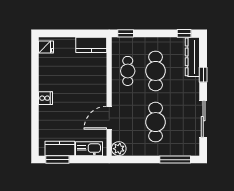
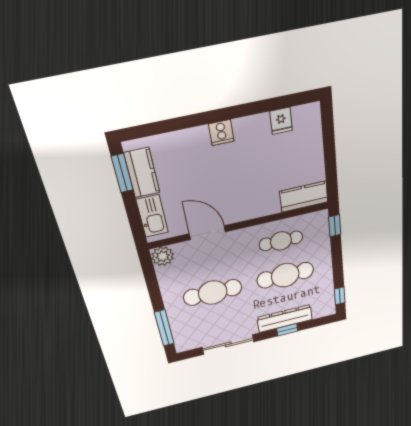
kitchen counter: (91, 45) -> (304, 197), moved, turned 90
fridge: (46, 47) -> (281, 121), moved
dresser: (192, 57) -> (285, 318), moved

